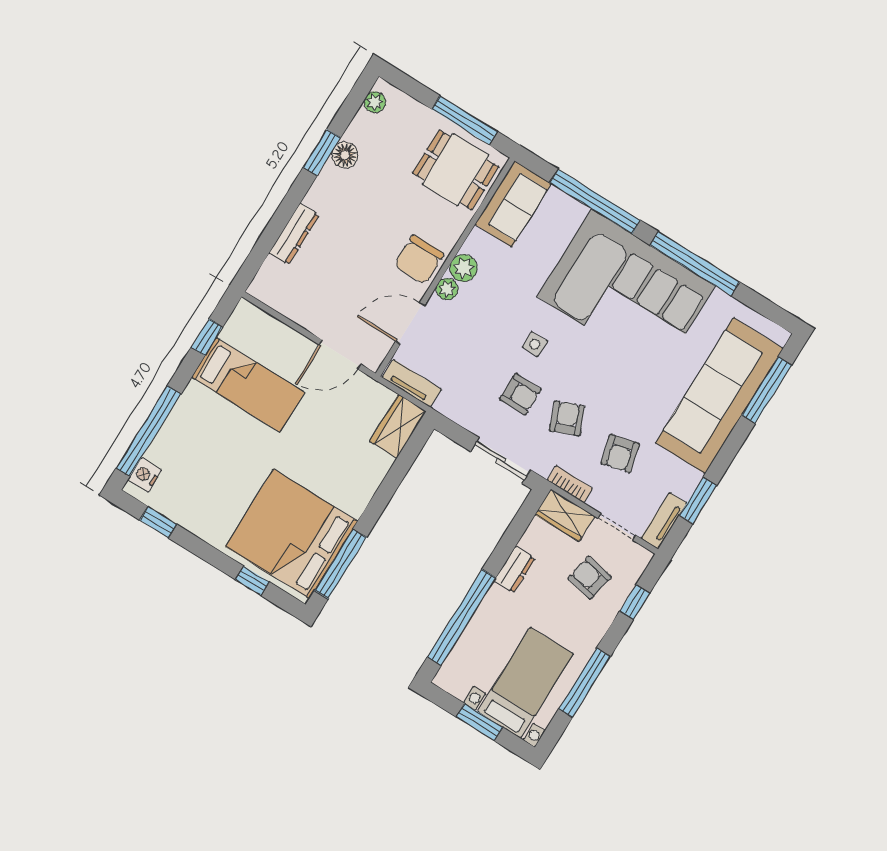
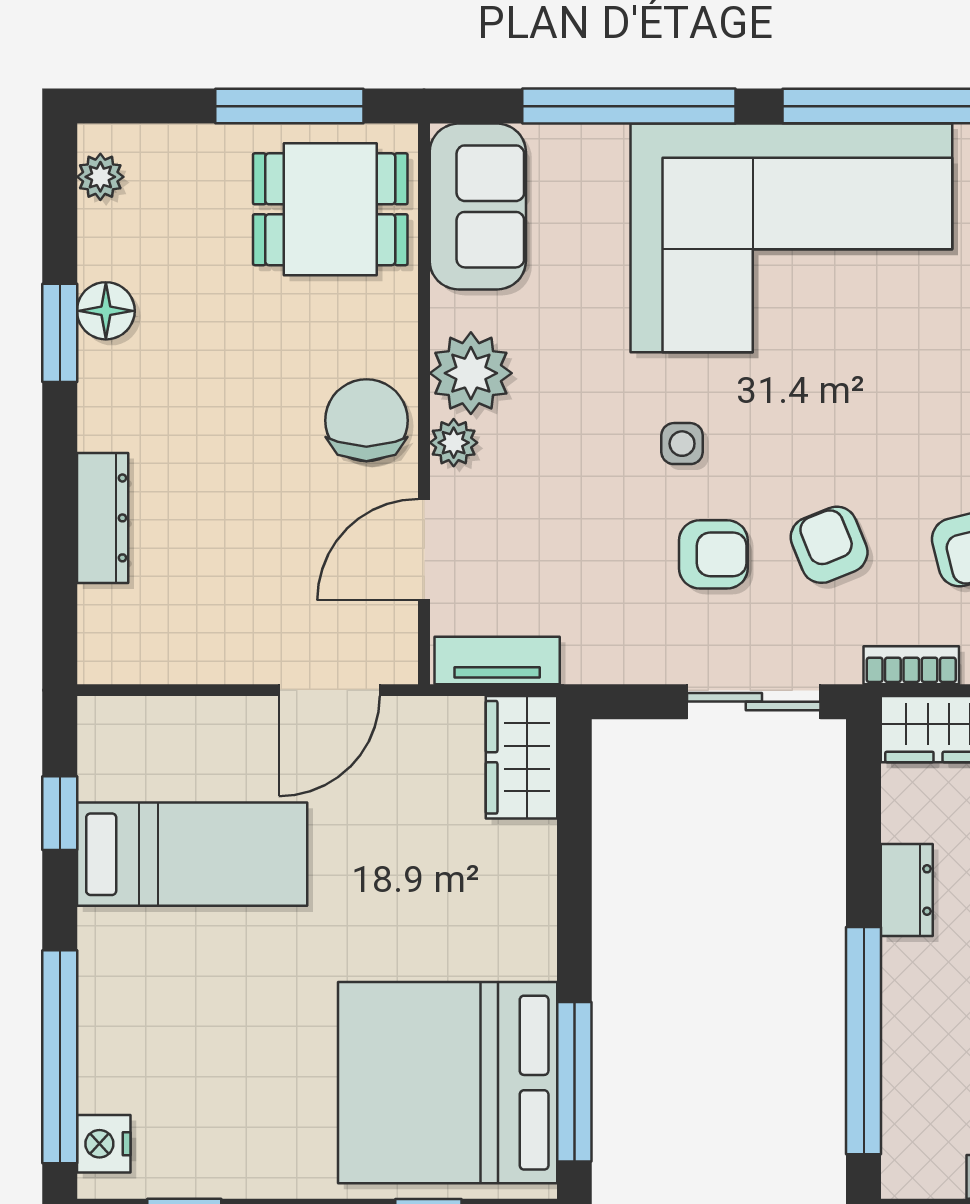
chair: (419, 260) -> (366, 420), turned 180
plant: (464, 268) -> (471, 373), width x1.36, depth x1.36

